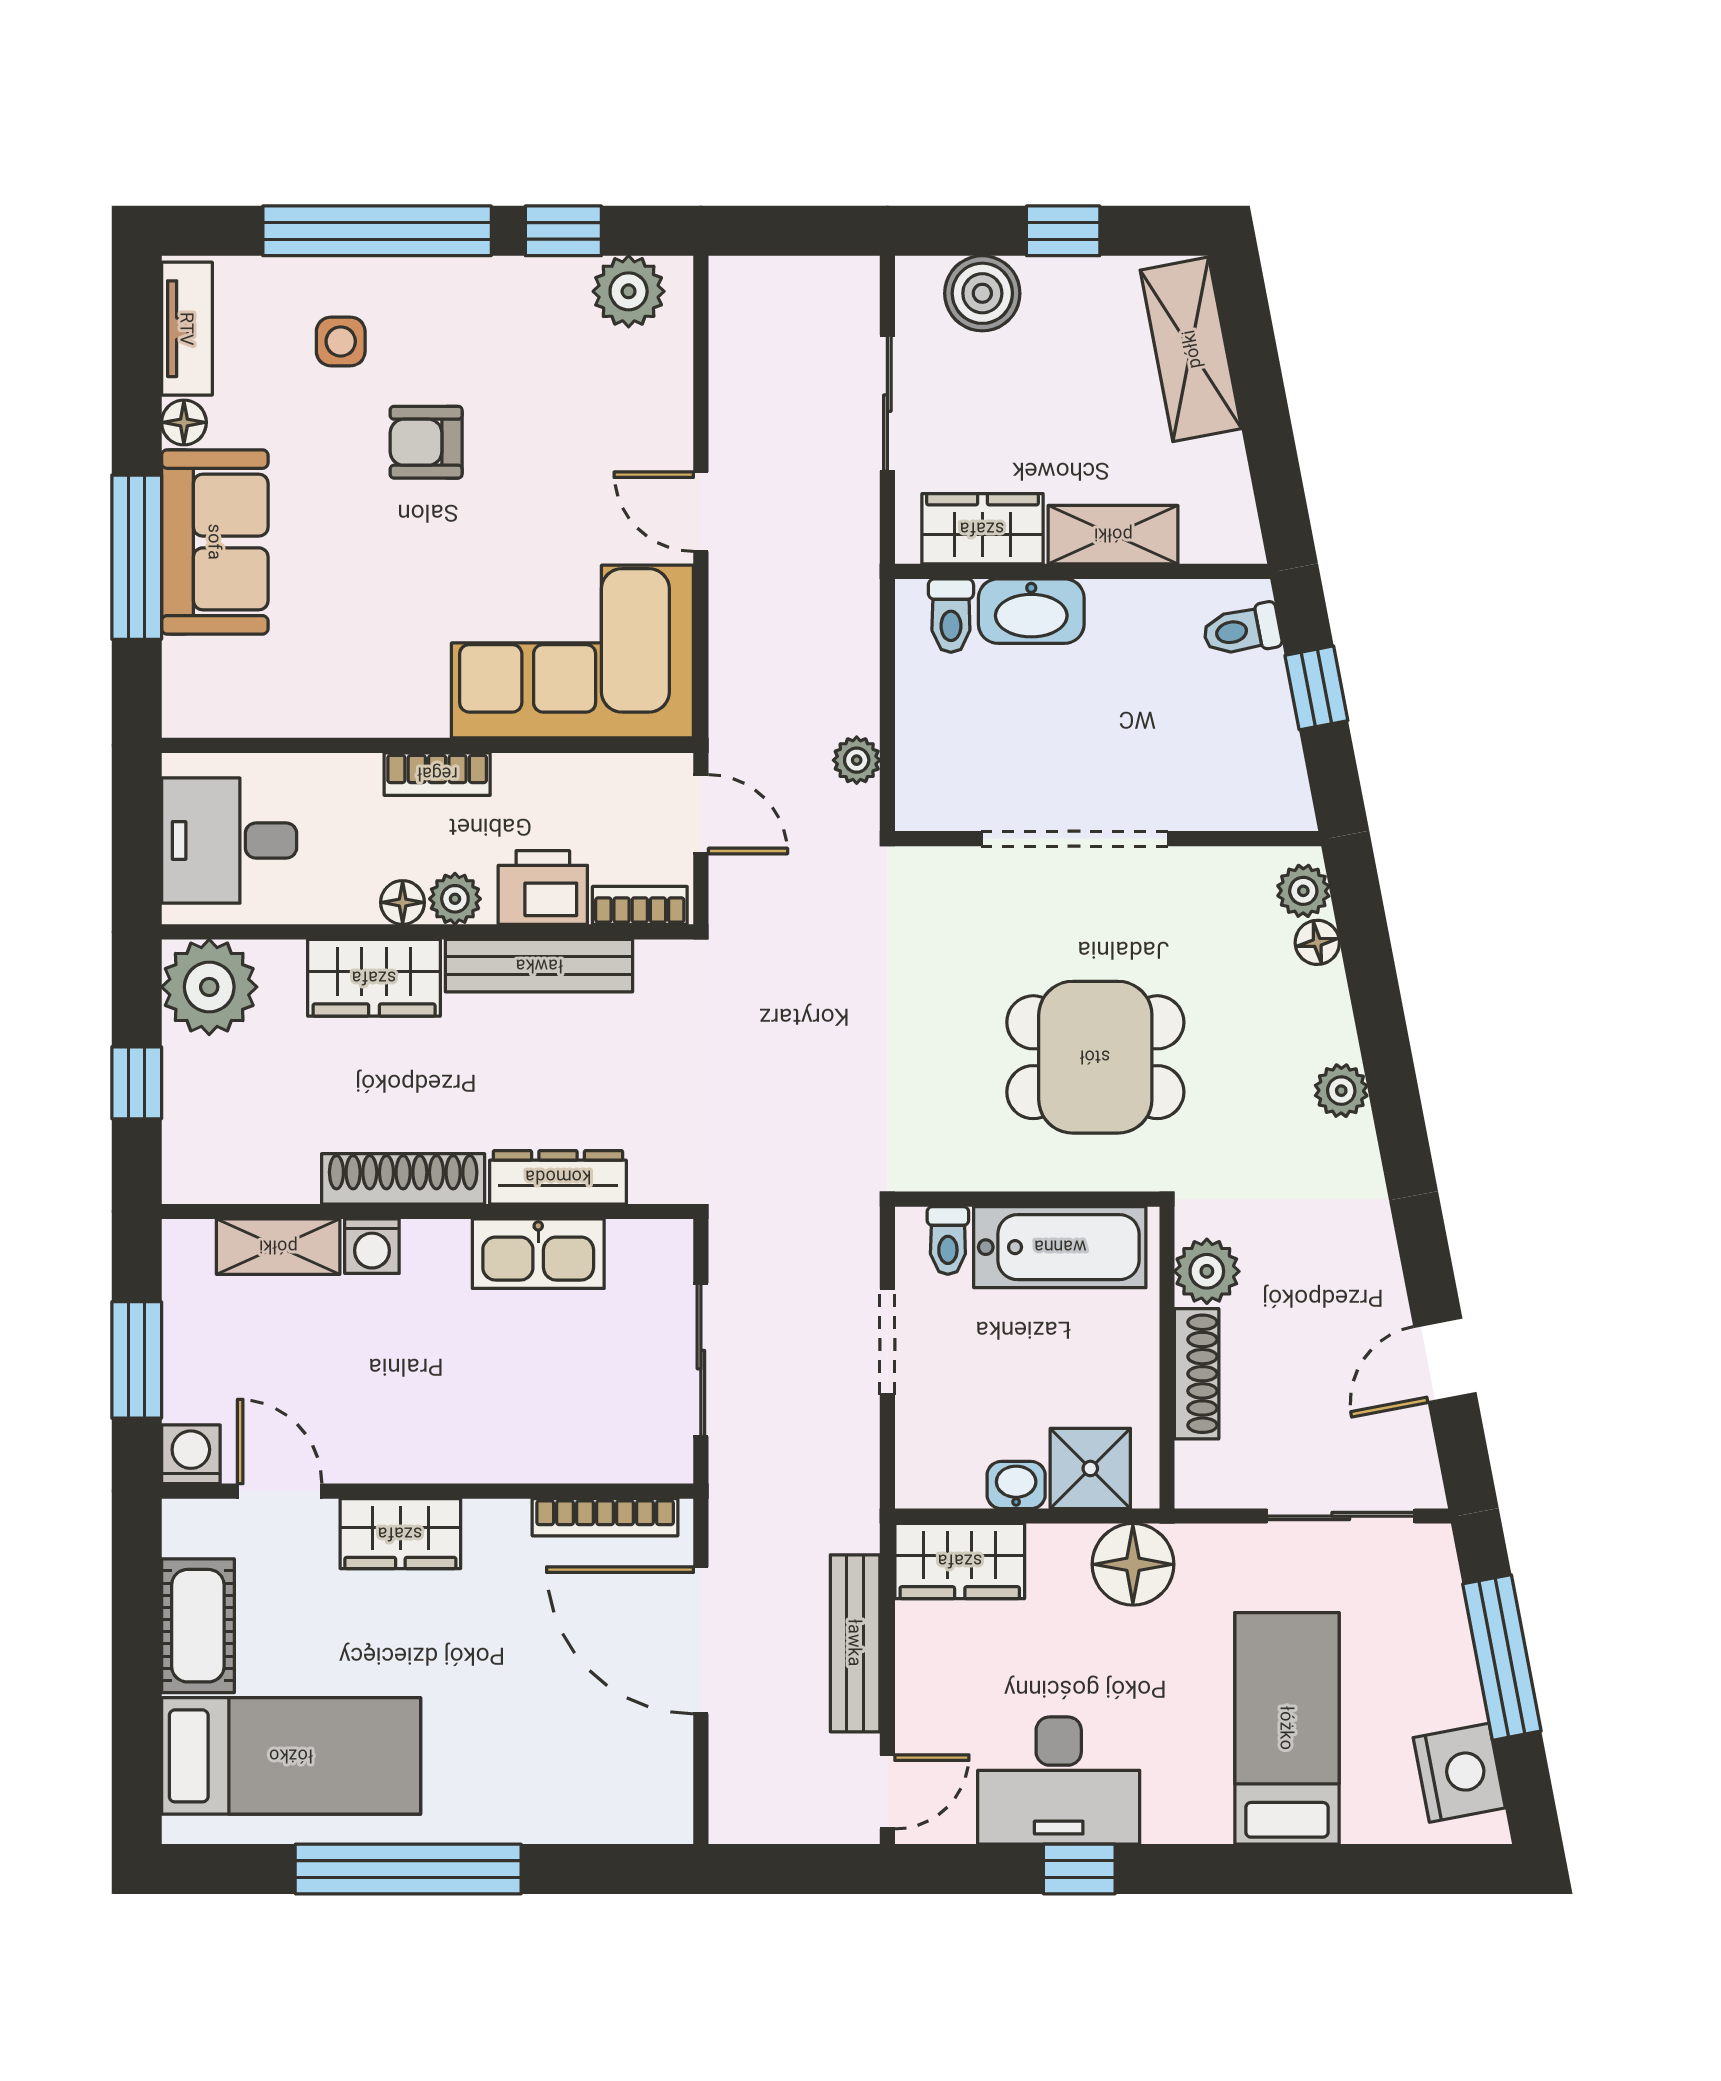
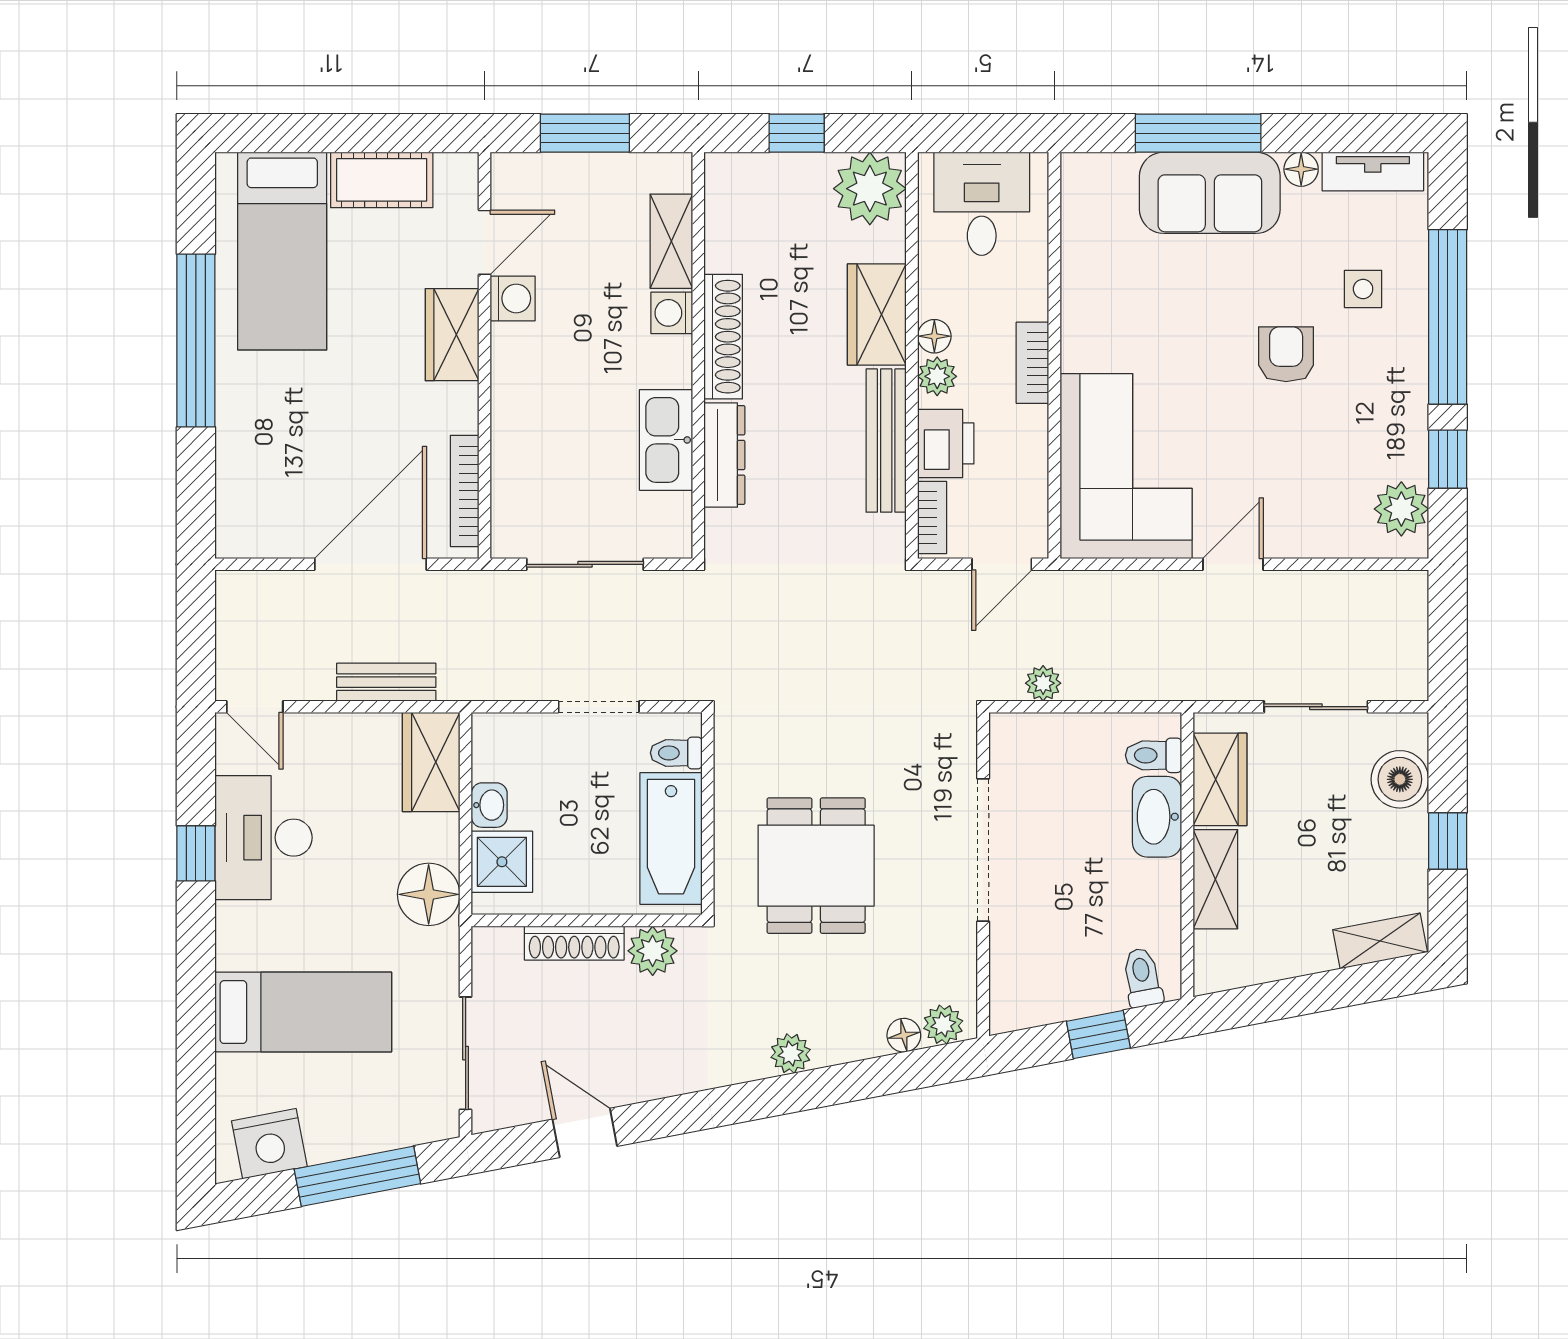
shelving: (1191, 349) -> (1380, 941), width x0.67, depth x0.75
washing machine: (191, 1454) -> (513, 298), moved
bench: (855, 1643) -> (386, 682), width x0.73

